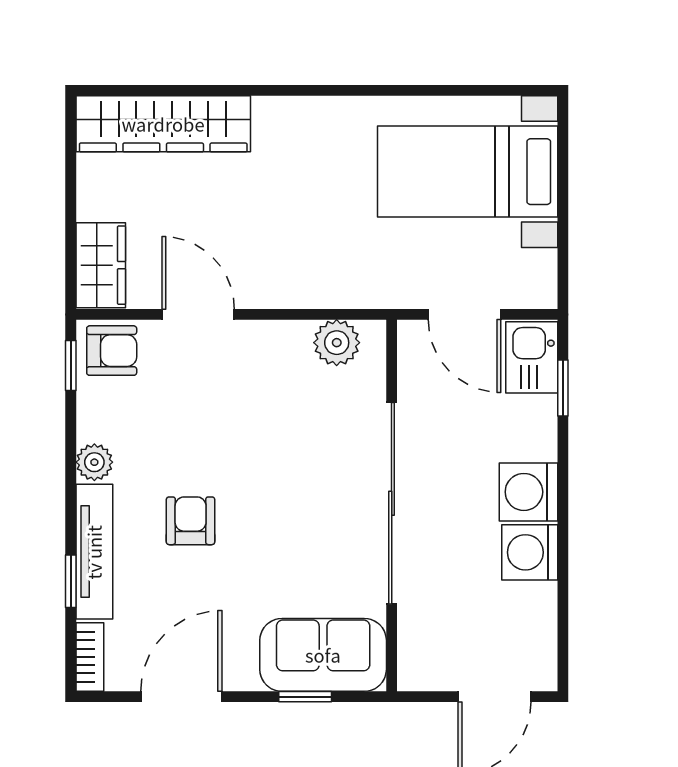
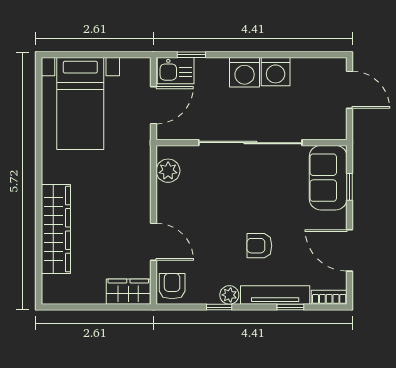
wardrobe: (163, 124) -> (56, 229), moved
door: (198, 314) -> (154, 242), swing flipped
window: (71, 365) -> (219, 307), moved

